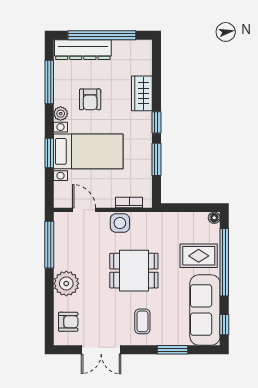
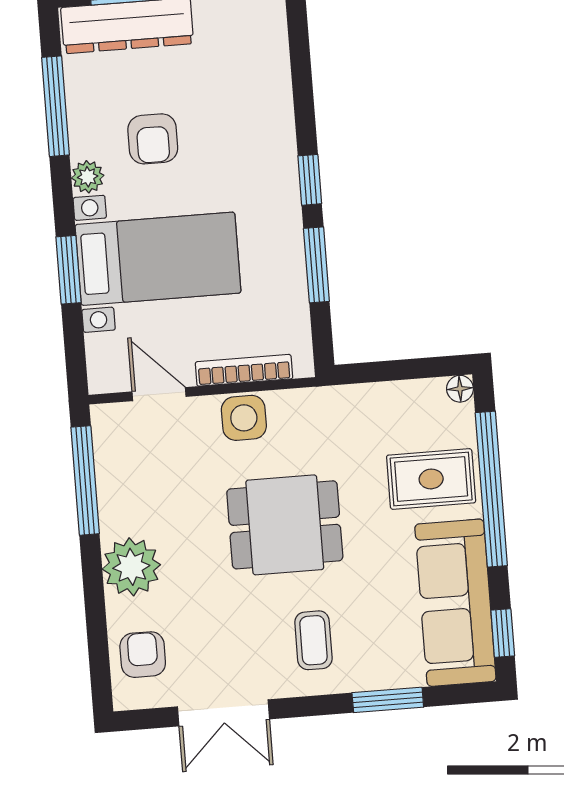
wardrobe: (142, 93) -> (271, 116), removed
bookcase: (129, 202) -> (244, 370), width x1.56
armchair: (68, 322) -> (143, 655), turned -90

